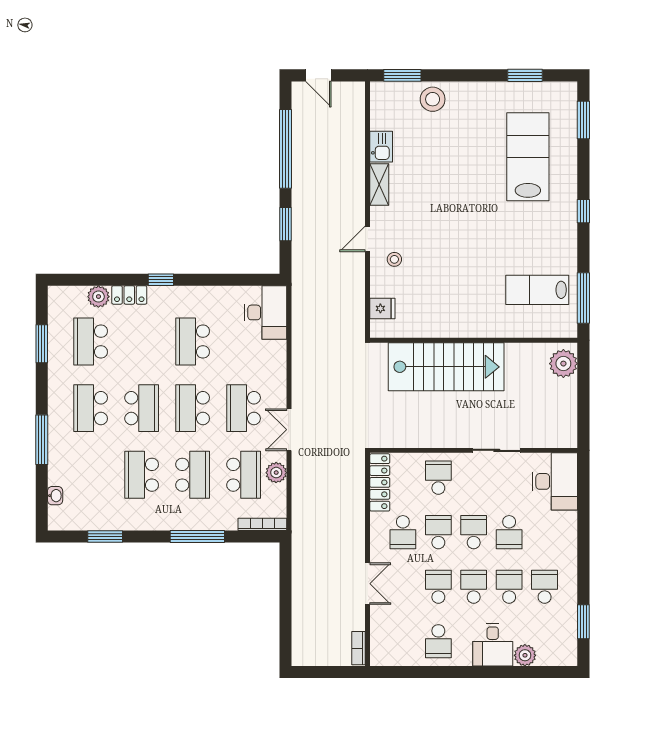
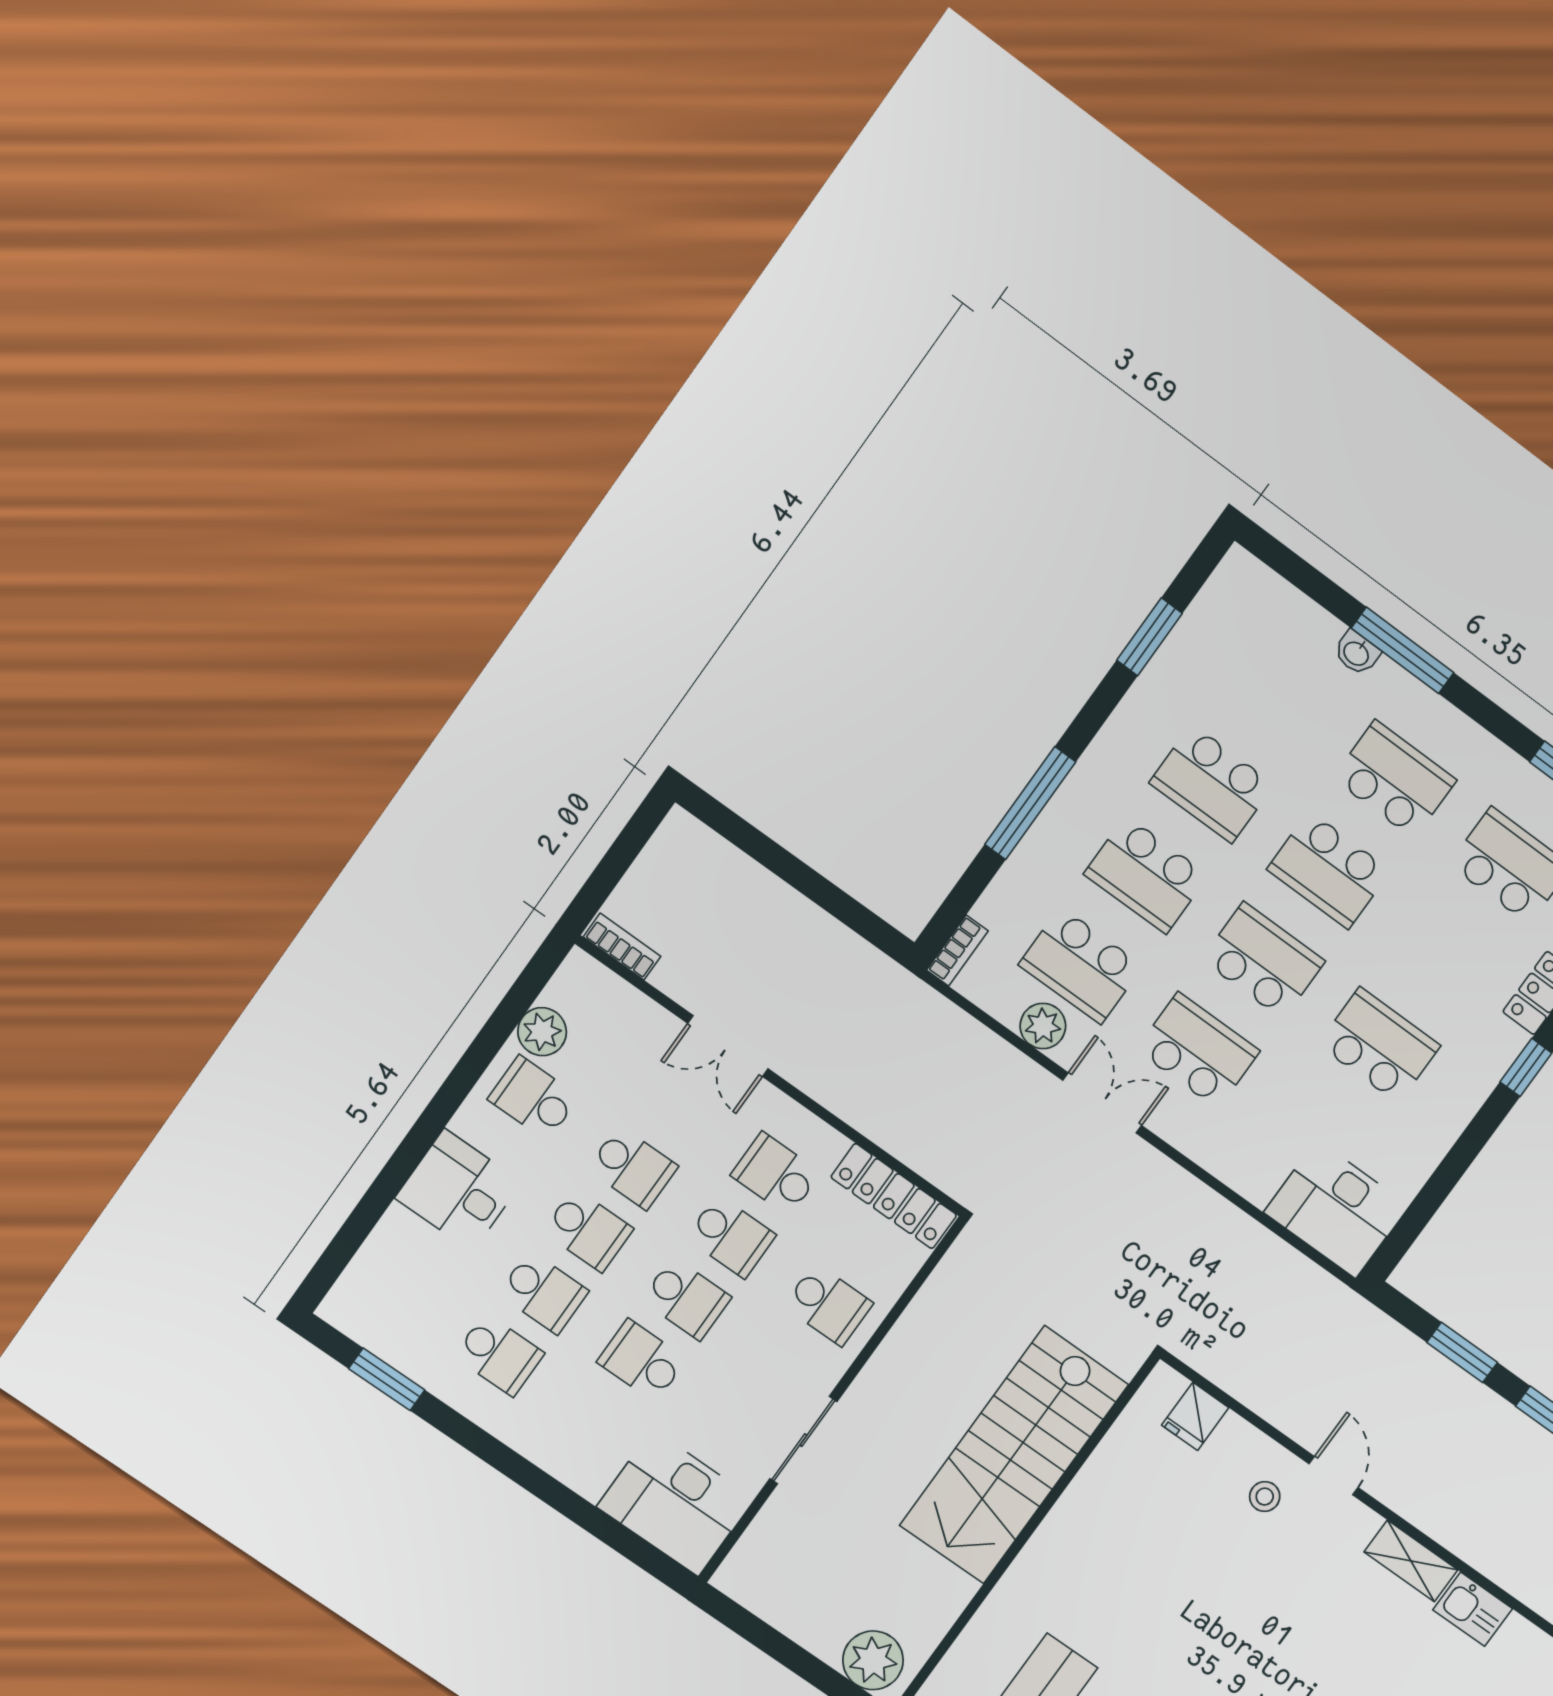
school desk: (142, 475) -> (1212, 784), turned 180
washbasin: (55, 496) -> (1357, 653), moved
bookcase: (262, 524) -> (957, 950), width x0.64
plant: (525, 655) -> (542, 1032), moved

